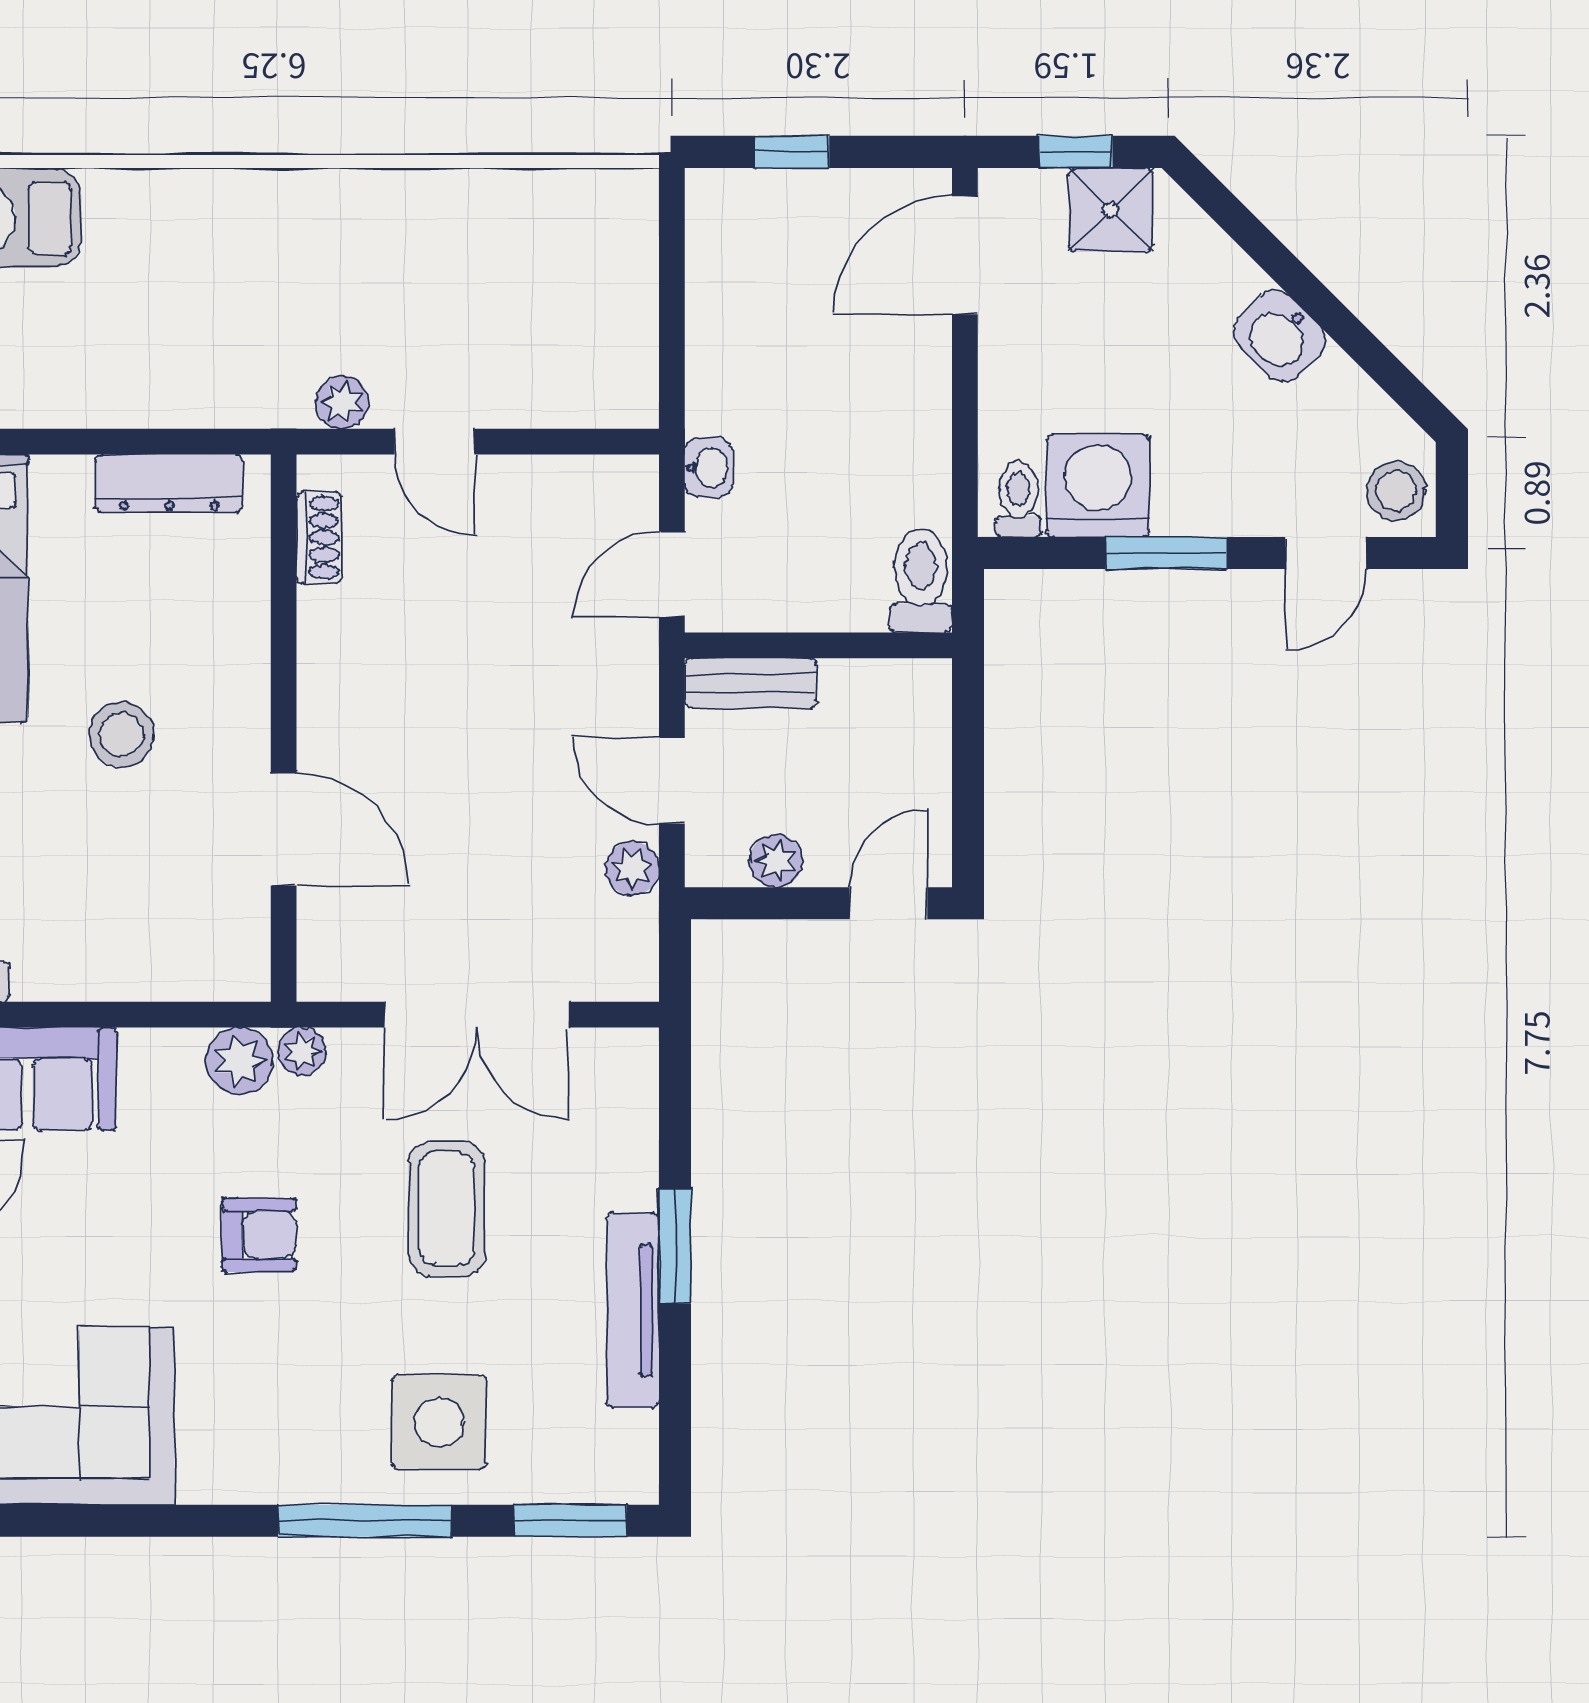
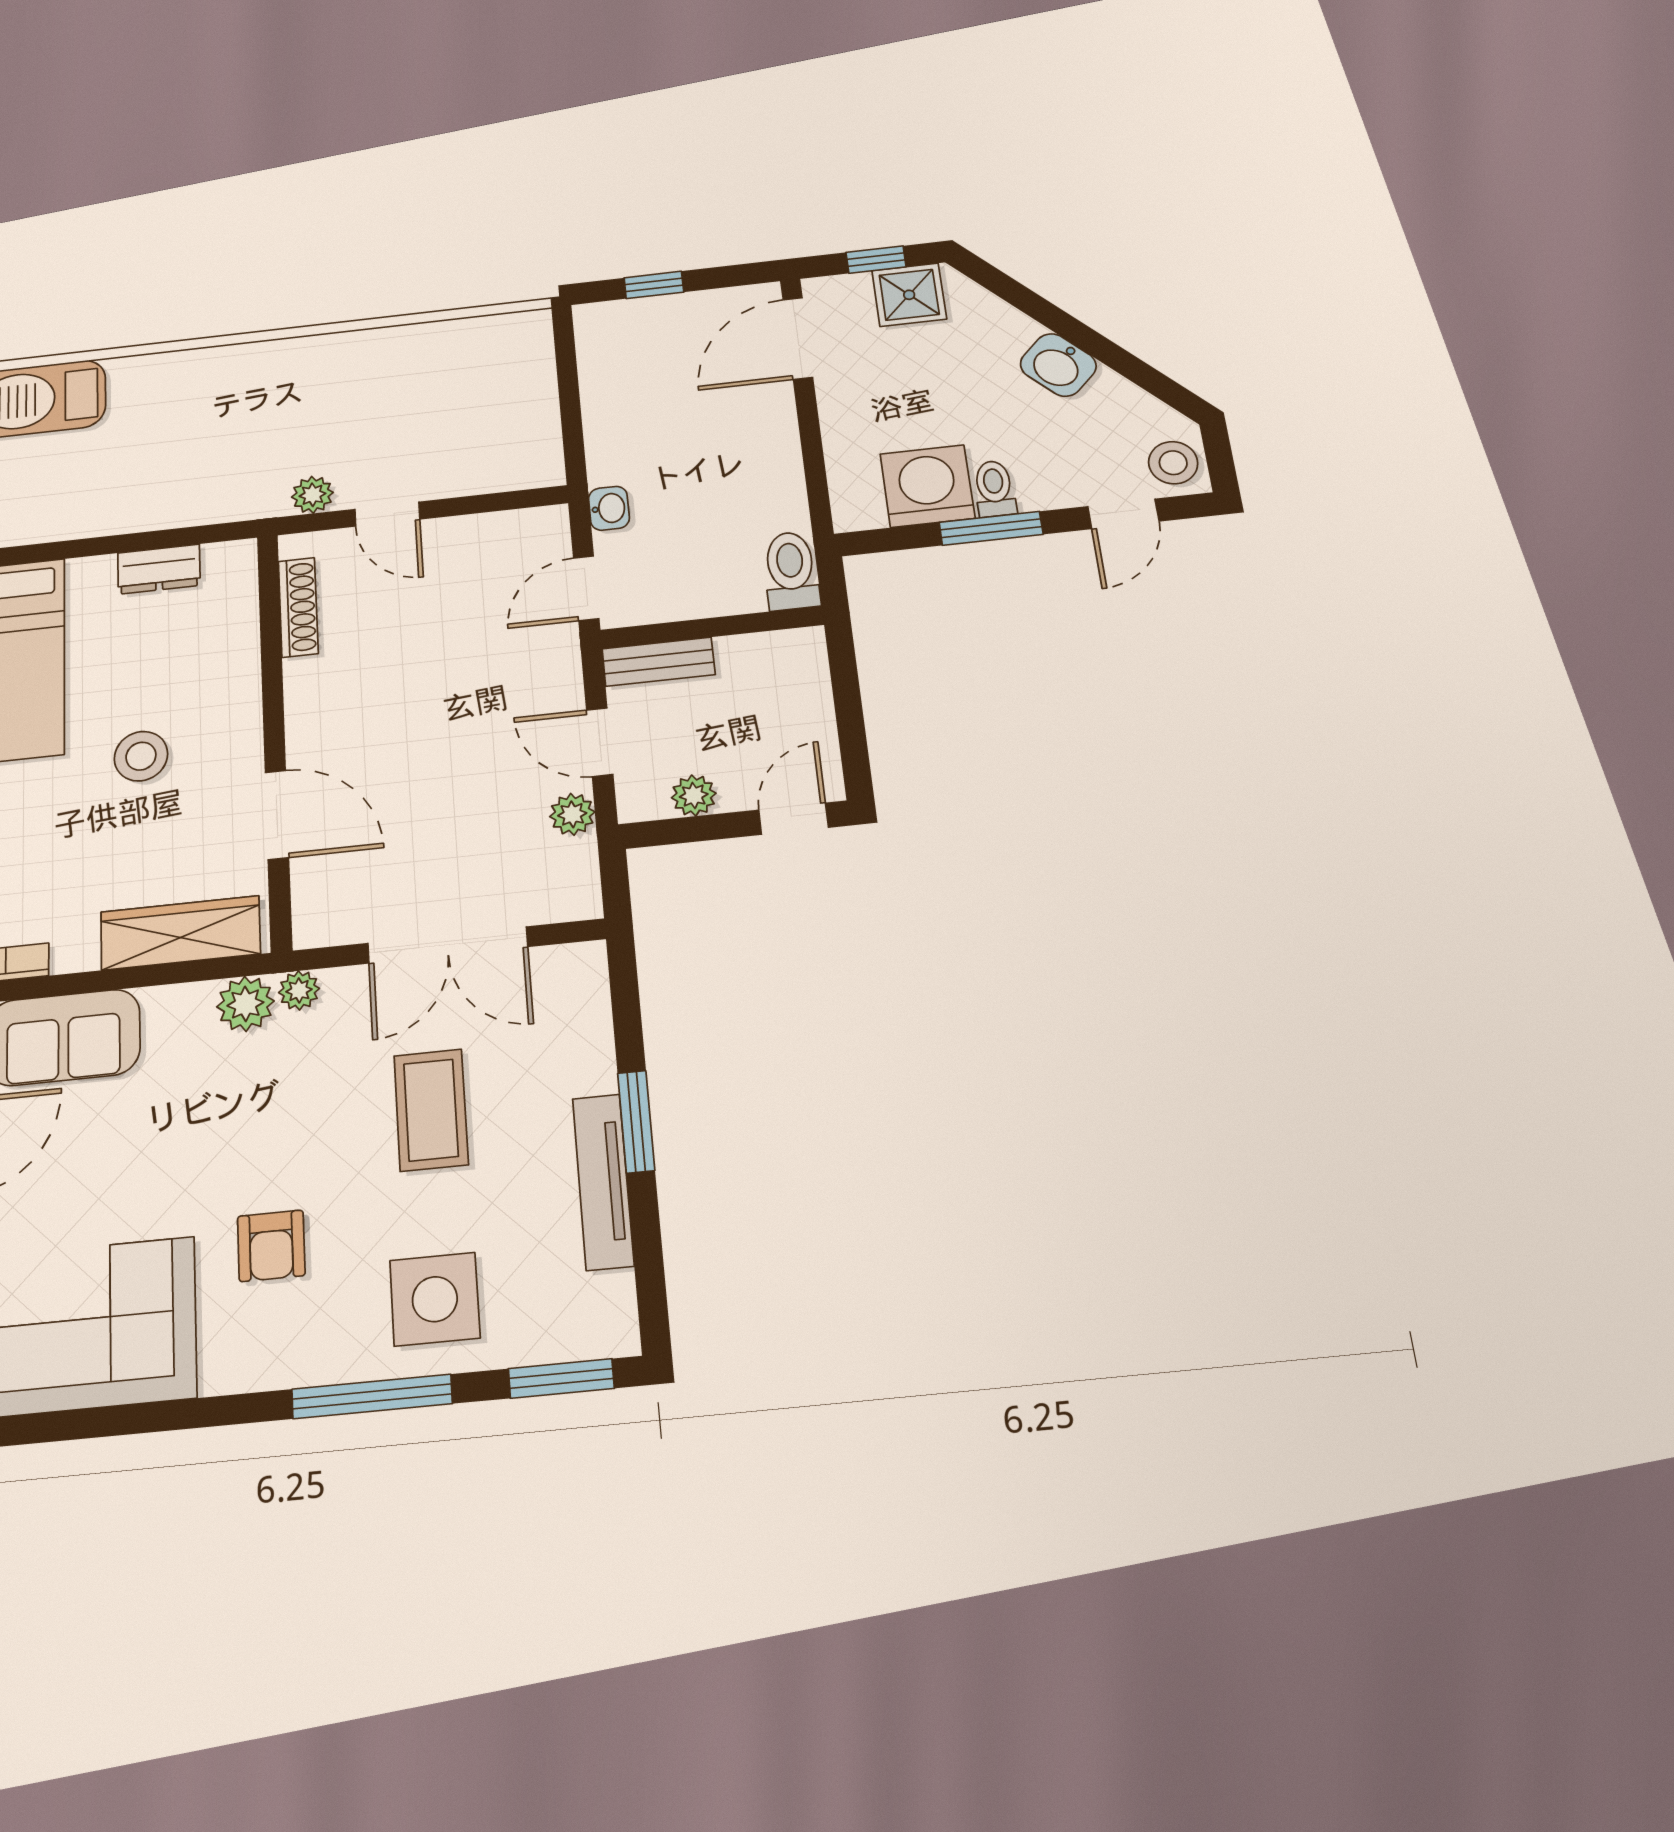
dresser: (169, 483) -> (159, 569), width x0.70
toilet: (1018, 499) -> (994, 489), moved
shoe rack: (319, 537) -> (298, 607), width x1.43
wardrobe: (165, 966) -> (180, 933), added
armchair: (259, 1235) -> (271, 1246), moved, turned 90

